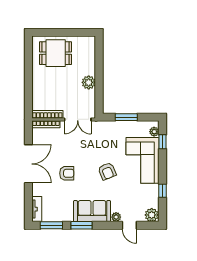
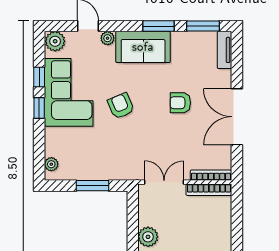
window: (162, 142) -> (39, 108), moved
corner sofa: (142, 160) -> (69, 92), moved

